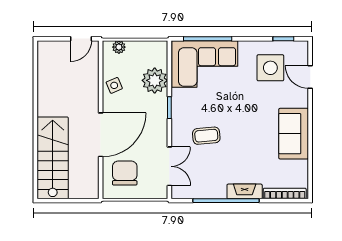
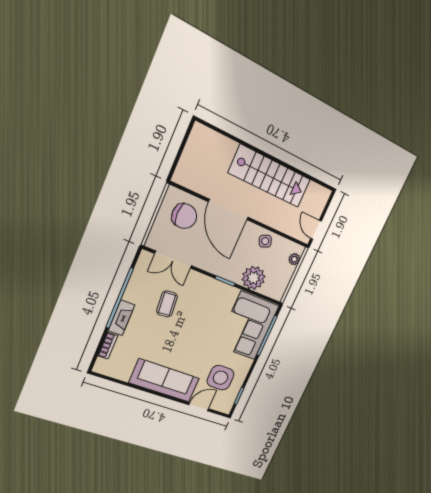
sofa: (294, 134) -> (164, 381), width x1.36
coffee table: (206, 136) -> (167, 304), moved
stairs: (53, 158) -> (270, 176), moved
bookcase: (285, 194) -> (108, 346), width x0.64

